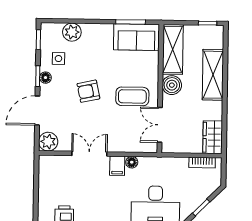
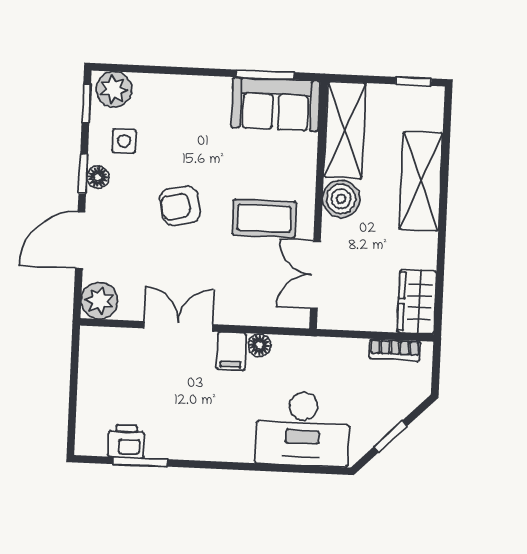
plant: (72, 32) -> (114, 89), moved

